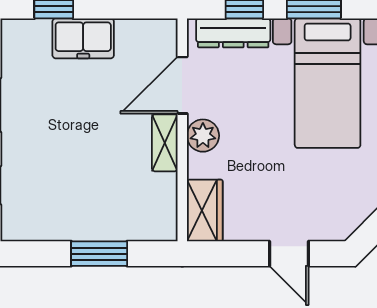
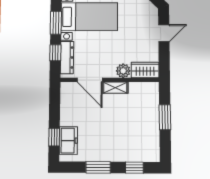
freezer: (83, 38) -> (68, 141), moved
plant: (203, 136) -> (123, 71), moved

